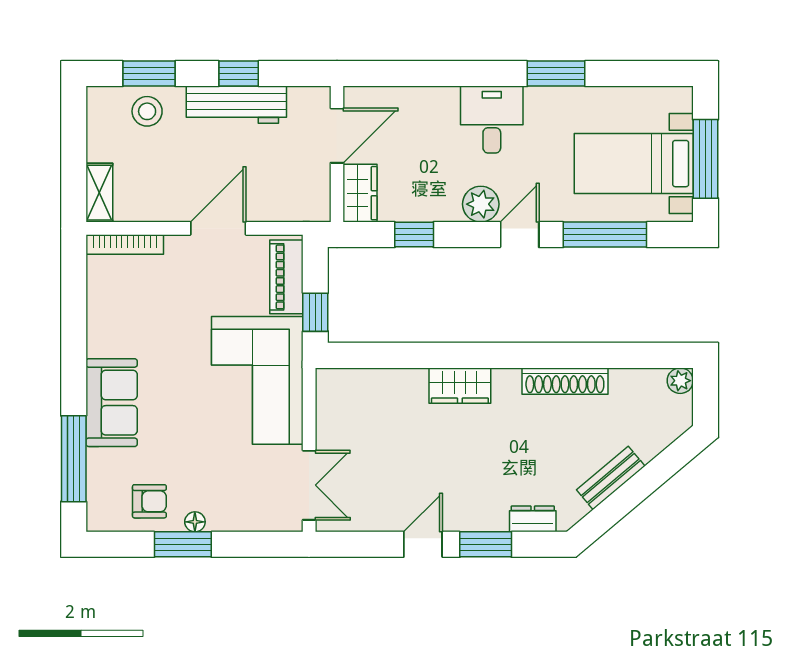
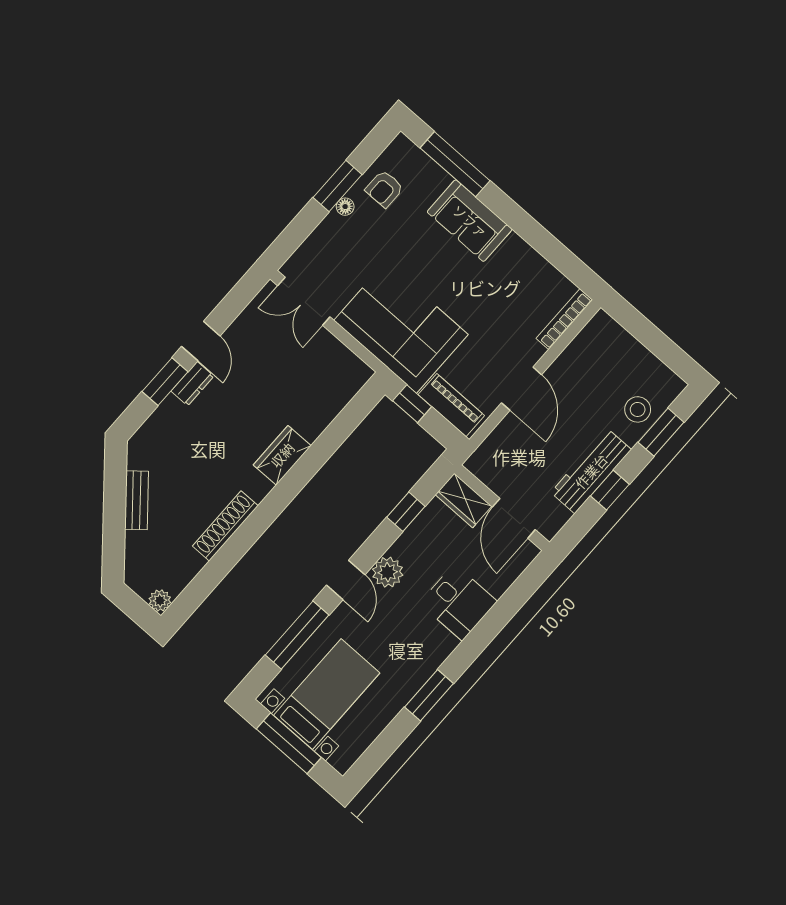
desk: (492, 120) -> (458, 602), moved
shelving: (99, 193) -> (612, 332), removed
dresser: (533, 519) -> (192, 384), moved

